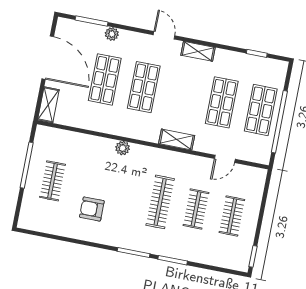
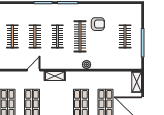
door: (225, 159) -> (34, 70), moved
clothes rail: (124, 195) -> (80, 36), added
clothes rail: (160, 202) -> (57, 36), width x0.73

